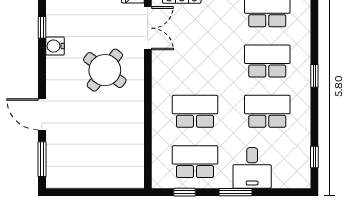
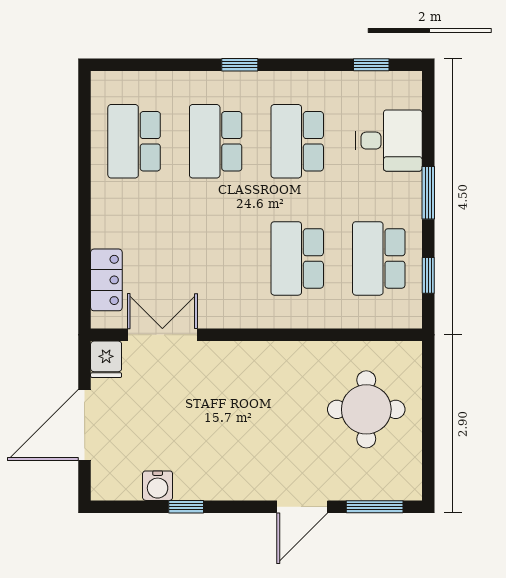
window: (42, 27) -> (186, 507), moved
water cooler: (55, 46) -> (158, 486), moved
round table: (105, 70) -> (366, 409), moved, turned -37
desk: (252, 168) -> (389, 141), moved

